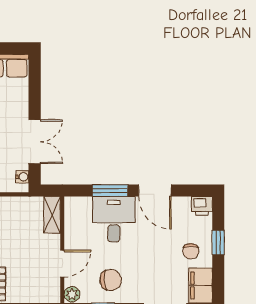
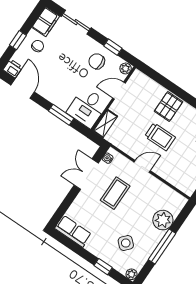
door: (155, 190) -> (23, 89), moved
desk: (114, 219) -> (87, 108), moved

